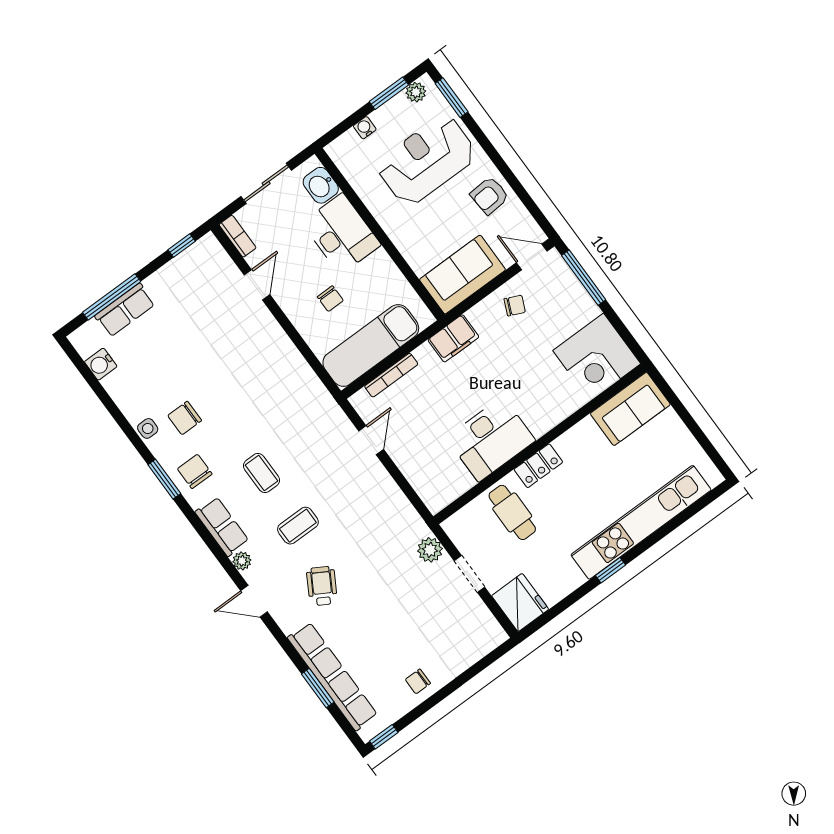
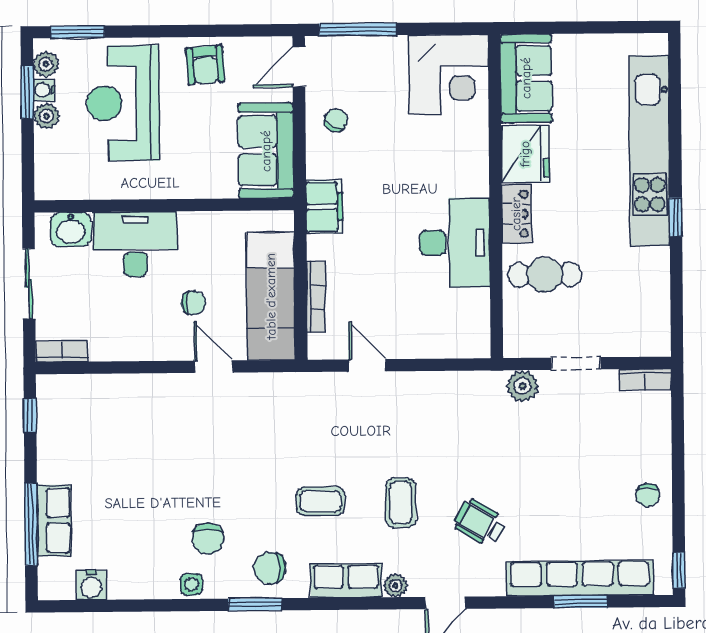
plant: (382, 117) -> (46, 116), added
water cooler: (365, 128) -> (44, 90), moved
door: (257, 285) -> (214, 367), moved
fridge: (520, 602) -> (525, 154), moved, turned 90
bookcase: (491, 626) -> (645, 379), added

